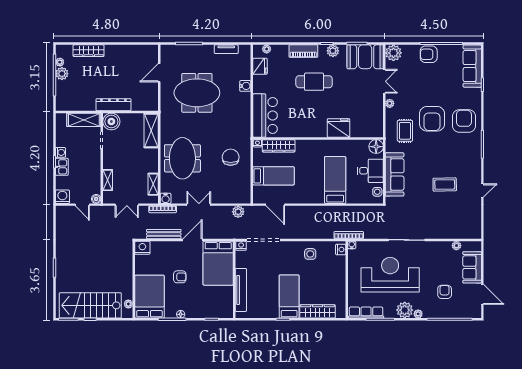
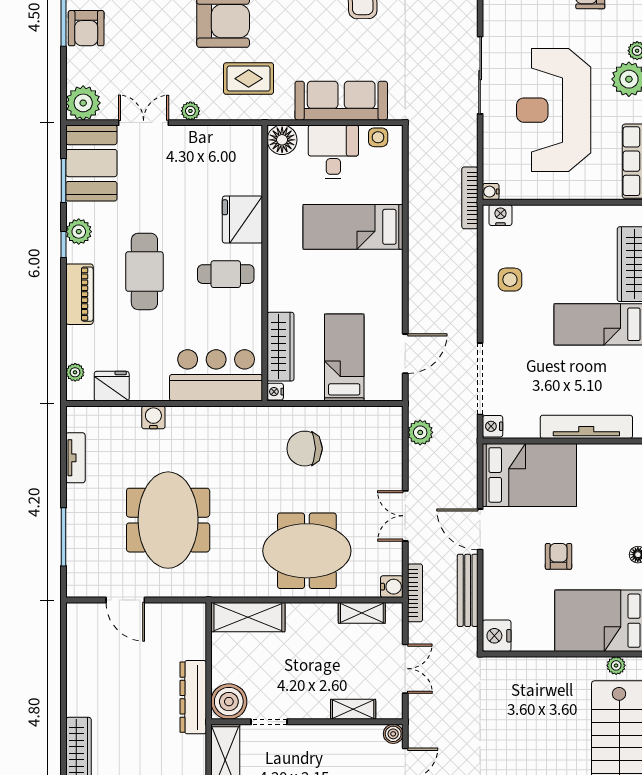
cafe table: (313, 120) -> (226, 274), added

